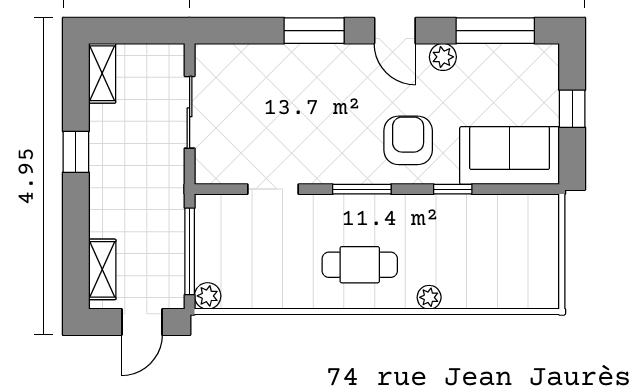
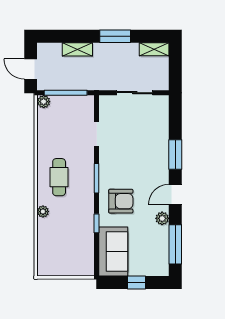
window: (76, 152) -> (115, 36), width x1.50
shelving: (102, 269) -> (77, 49), moved

